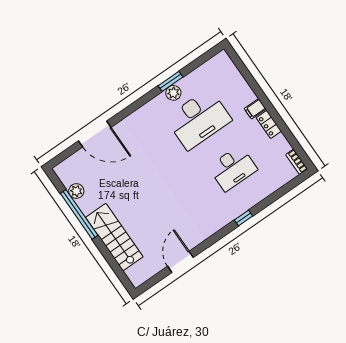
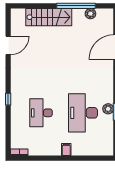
locker: (269, 124) -> (52, 151), removed
door: (180, 262) -> (8, 45), hinge flipped

